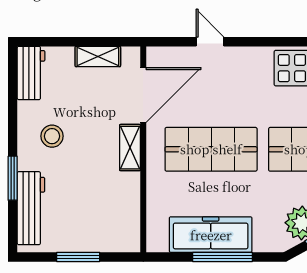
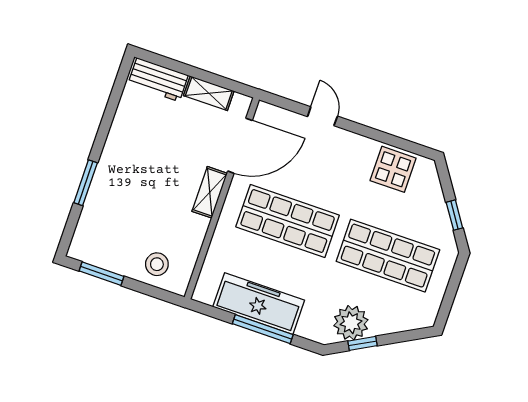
workbench: (31, 73) -> (158, 80), moved, turned 90
stool: (52, 136) -> (157, 264), moved
workbench: (31, 208) -> (93, 218), removed
window: (78, 257) -> (102, 274), moved

